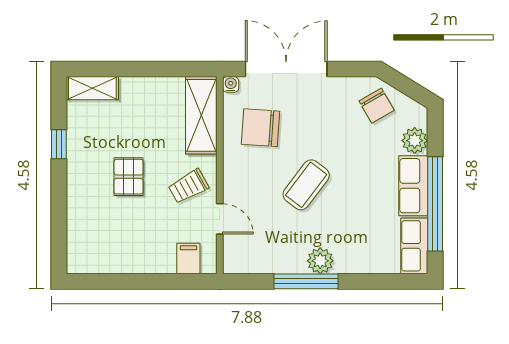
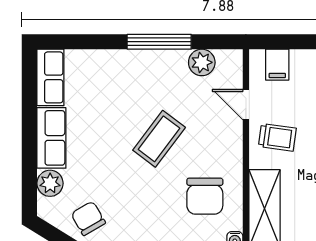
chair: (261, 128) -> (205, 196), turned 86
trolley: (188, 186) -> (277, 137), turned 37
window: (435, 204) -> (29, 120), removed
plant: (320, 261) -> (202, 62), moved

